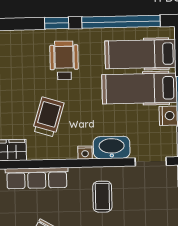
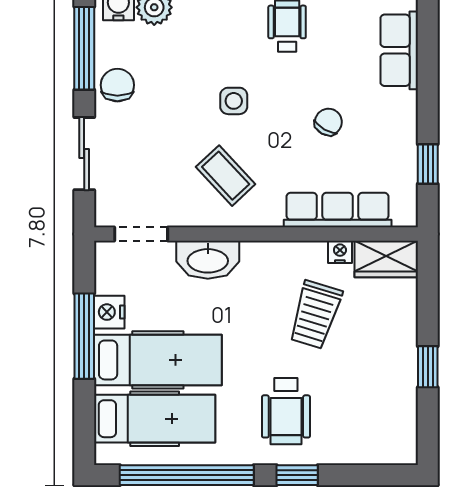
nightstand: (85, 153) -> (340, 252), moved
coffee table: (102, 197) -> (226, 176), turned -43

